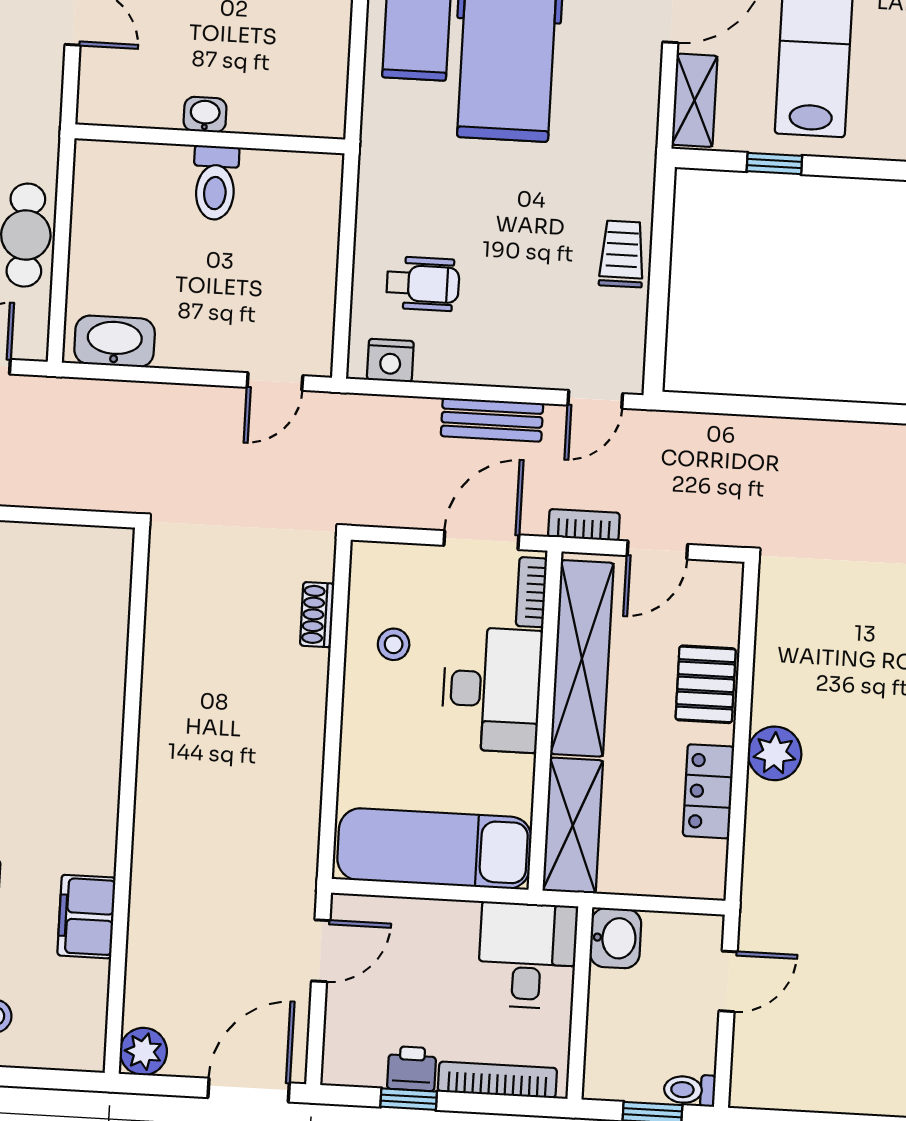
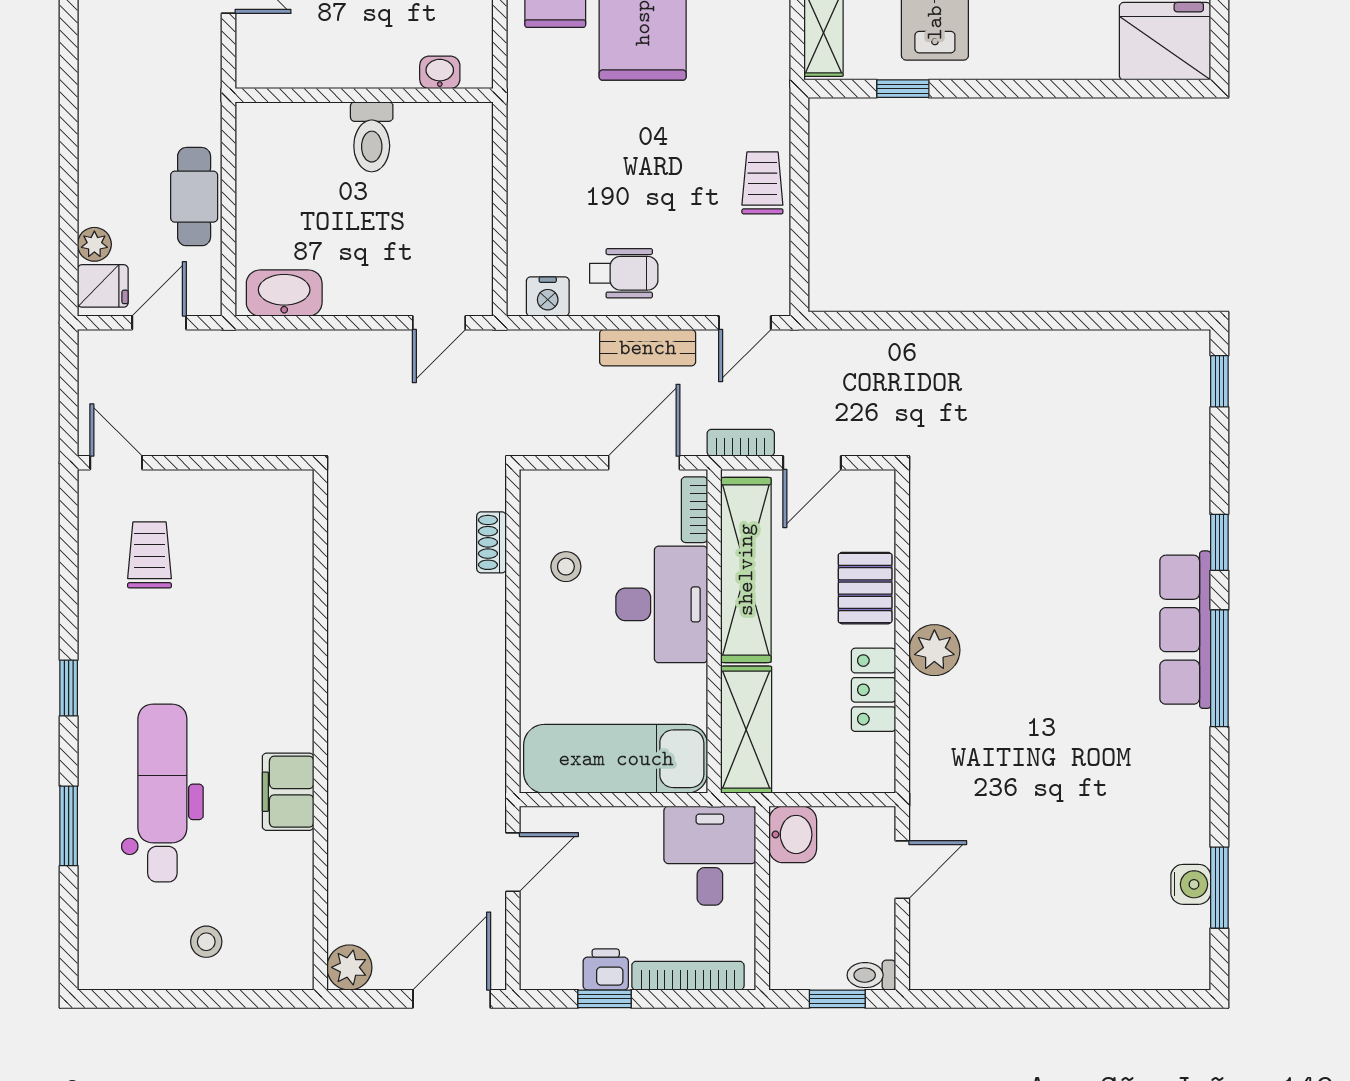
washbasin: (205, 115) -> (440, 72), moved
wheelchair: (423, 284) -> (624, 273), moved
filing cabinet: (86, 917) -> (288, 792), moved

